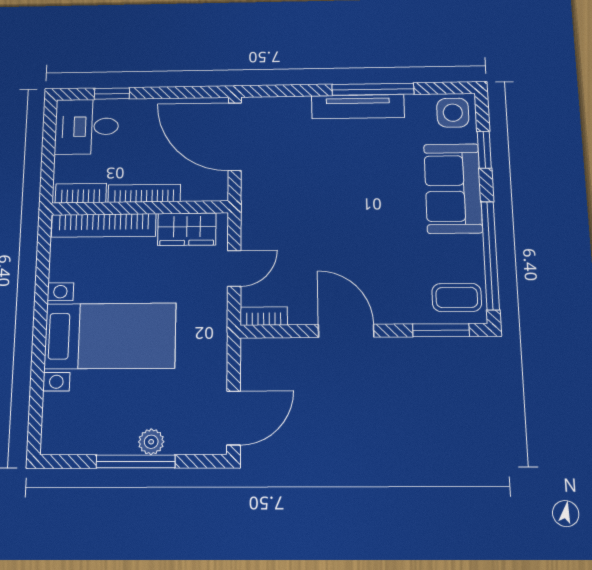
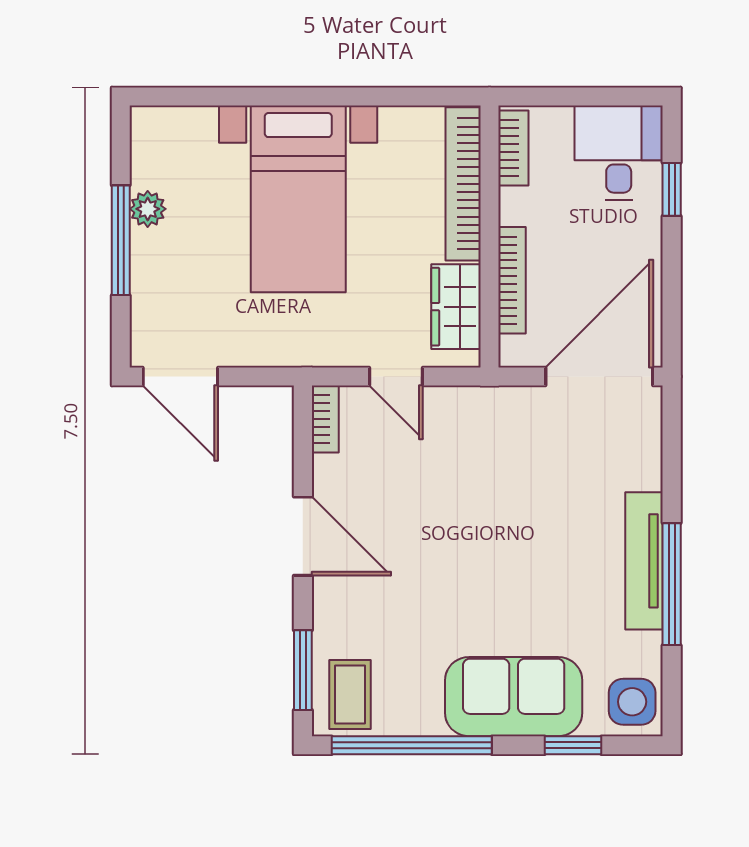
bookcase: (144, 193) -> (512, 280), moved
door: (346, 331) -> (303, 536), hinge flipped
plant: (151, 442) -> (148, 209), moved

